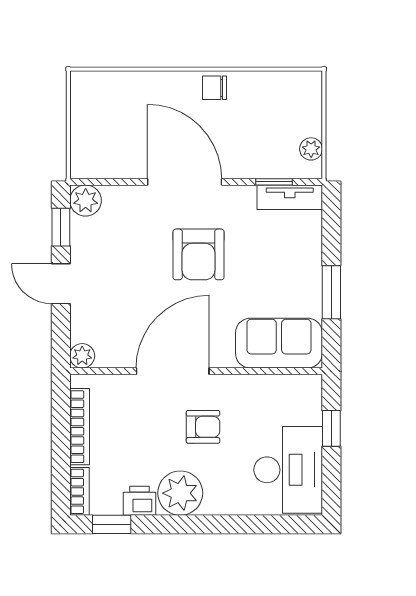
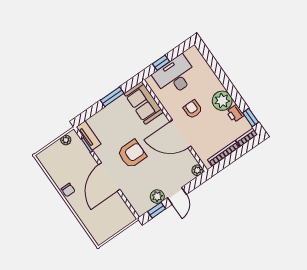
plant: (86, 201) -> (157, 197), moved
desk: (288, 470) -> (175, 76), moved

